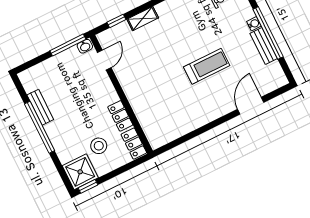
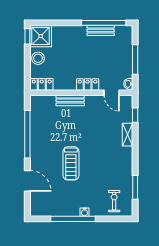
window: (68, 45) -> (135, 60), moved
bench: (264, 46) -> (70, 100), moved
locker: (120, 116) -> (88, 84), moved
window: (40, 127) -> (104, 23), moved
window: (198, 132) -> (27, 134), added
stool: (99, 146) -> (38, 58), moved

